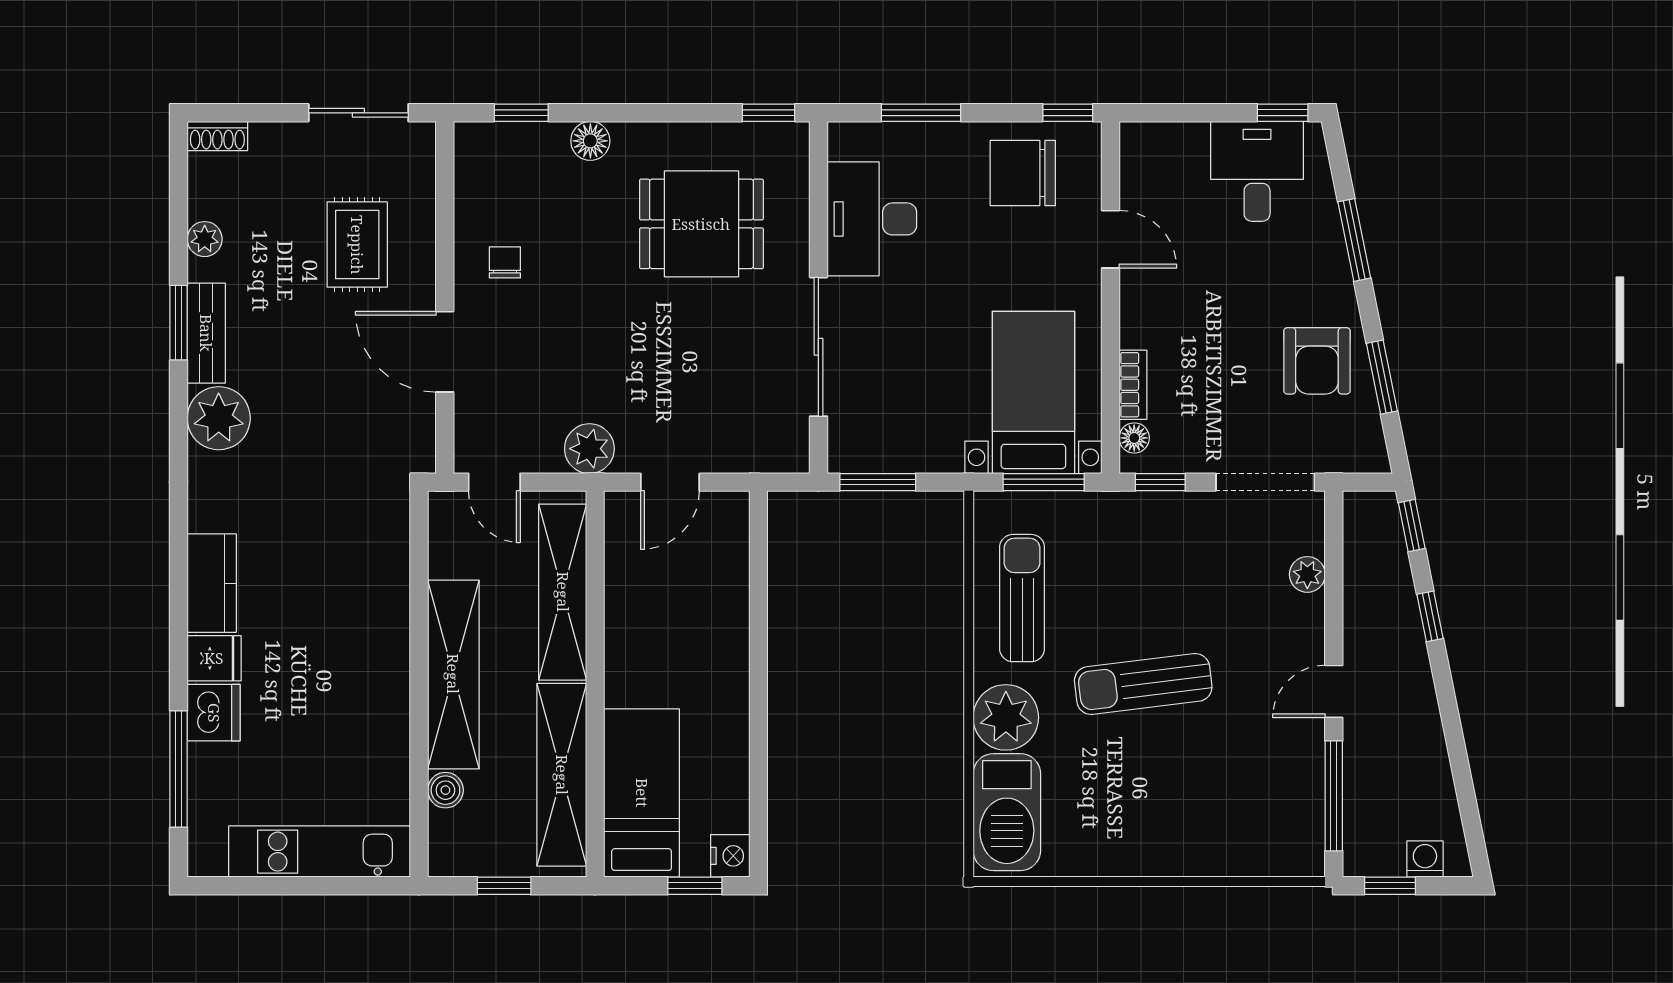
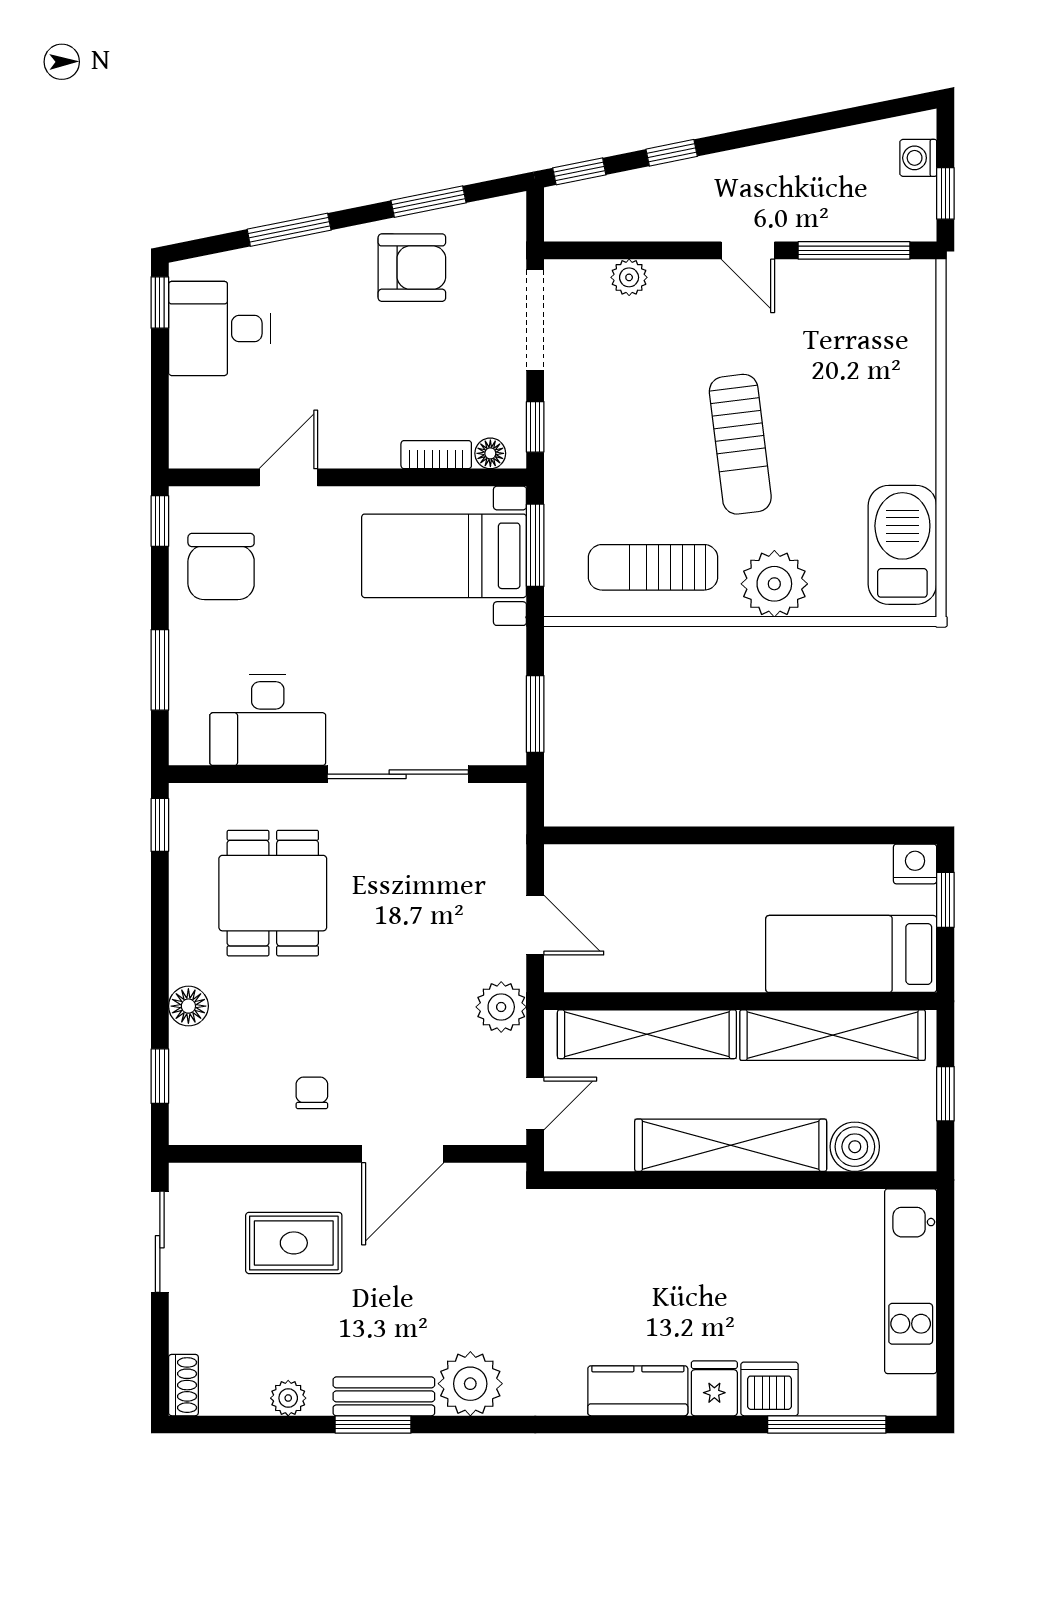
chair: (505, 262) -> (312, 1093), turned 90
boiler: (445, 790) -> (855, 1147), width x1.36, depth x1.36
barbecue: (1007, 812) -> (902, 545), moved, turned -90

